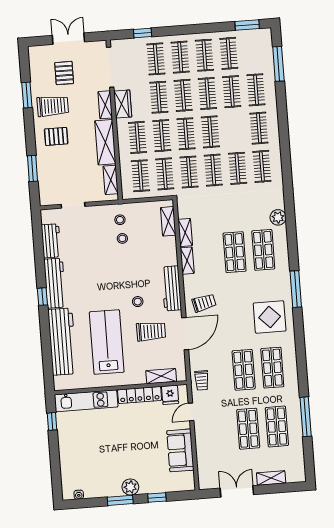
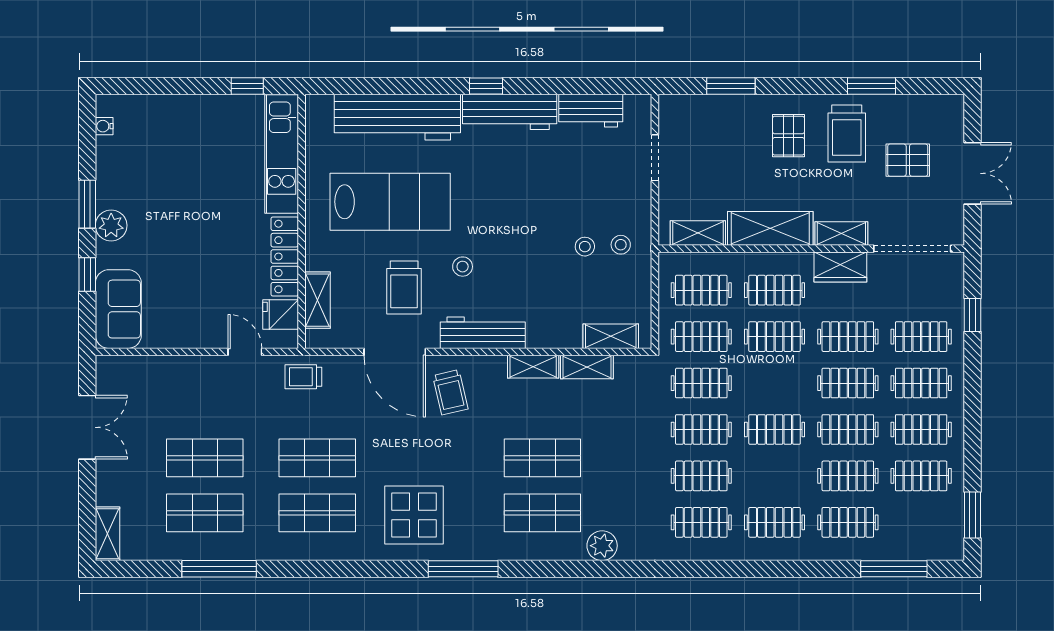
clothes rail: (186, 134) -> (775, 383), removed
sofa: (180, 450) -> (118, 309), moved, turned 90
shelving: (271, 478) -> (108, 534), moved

